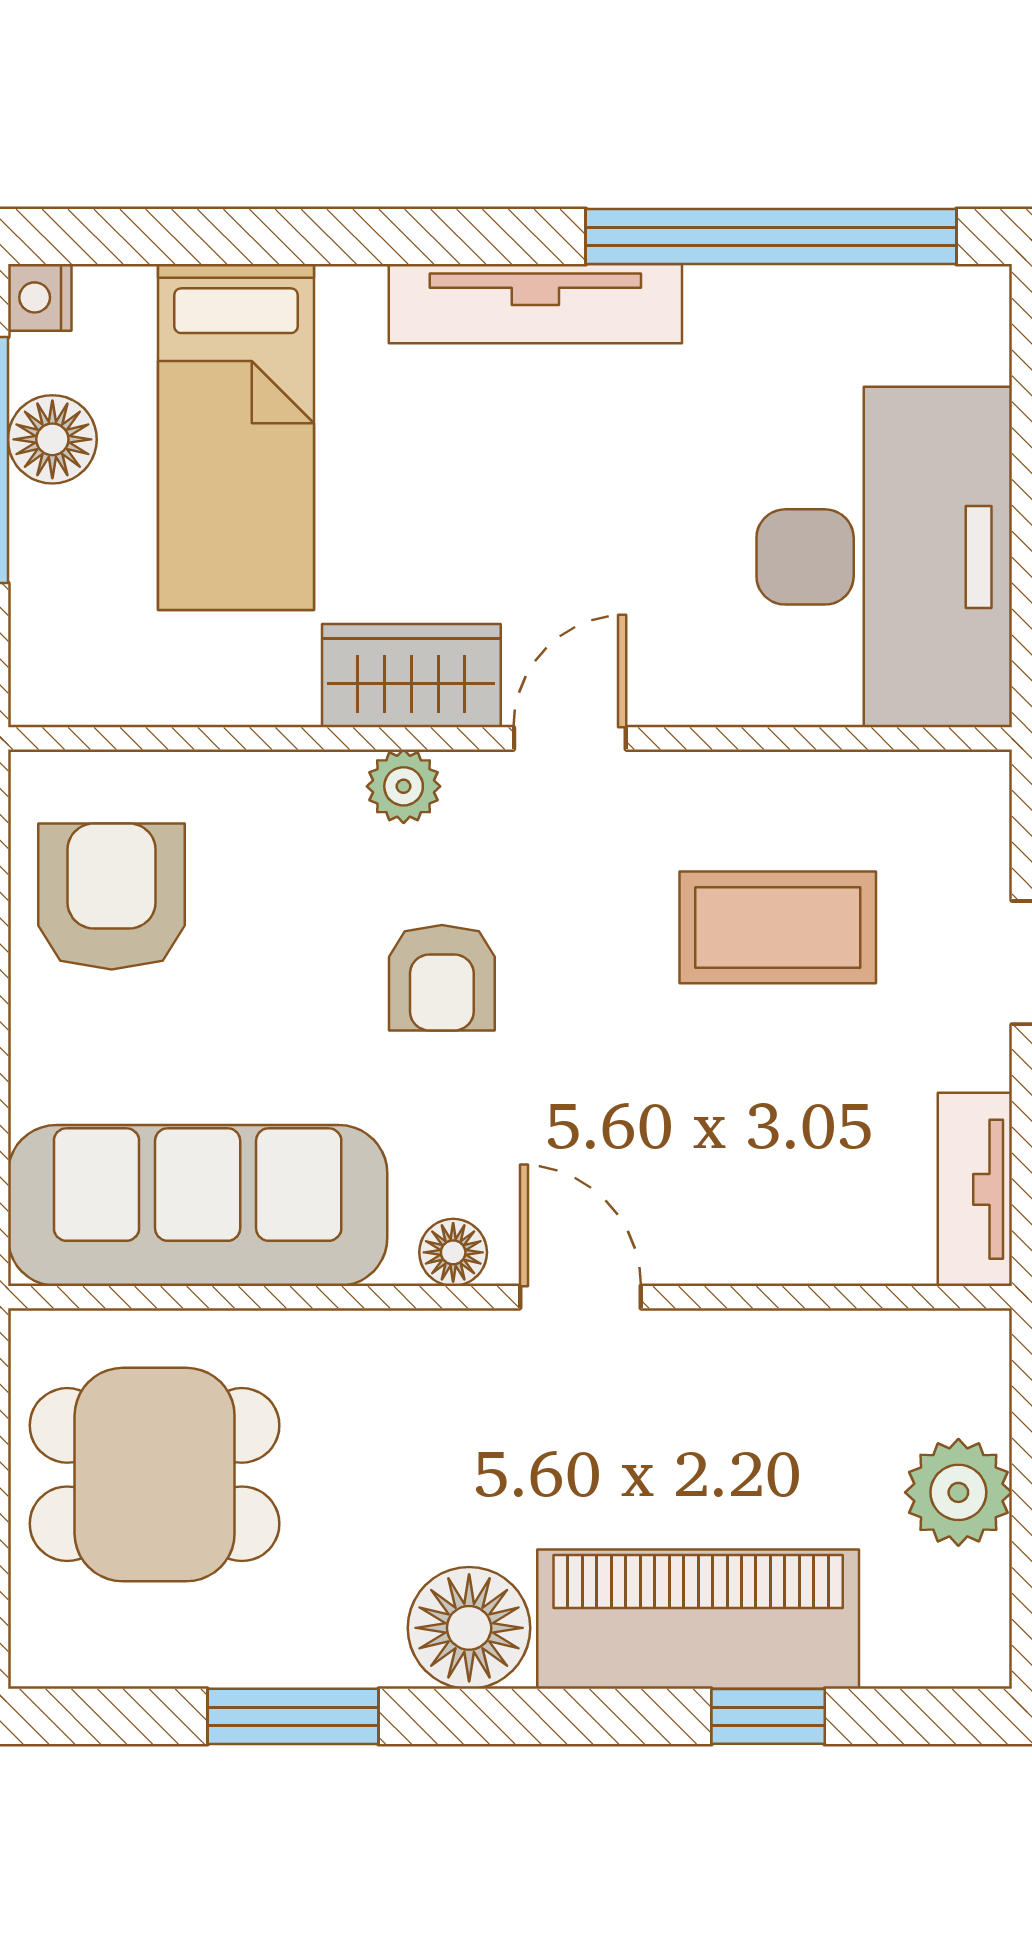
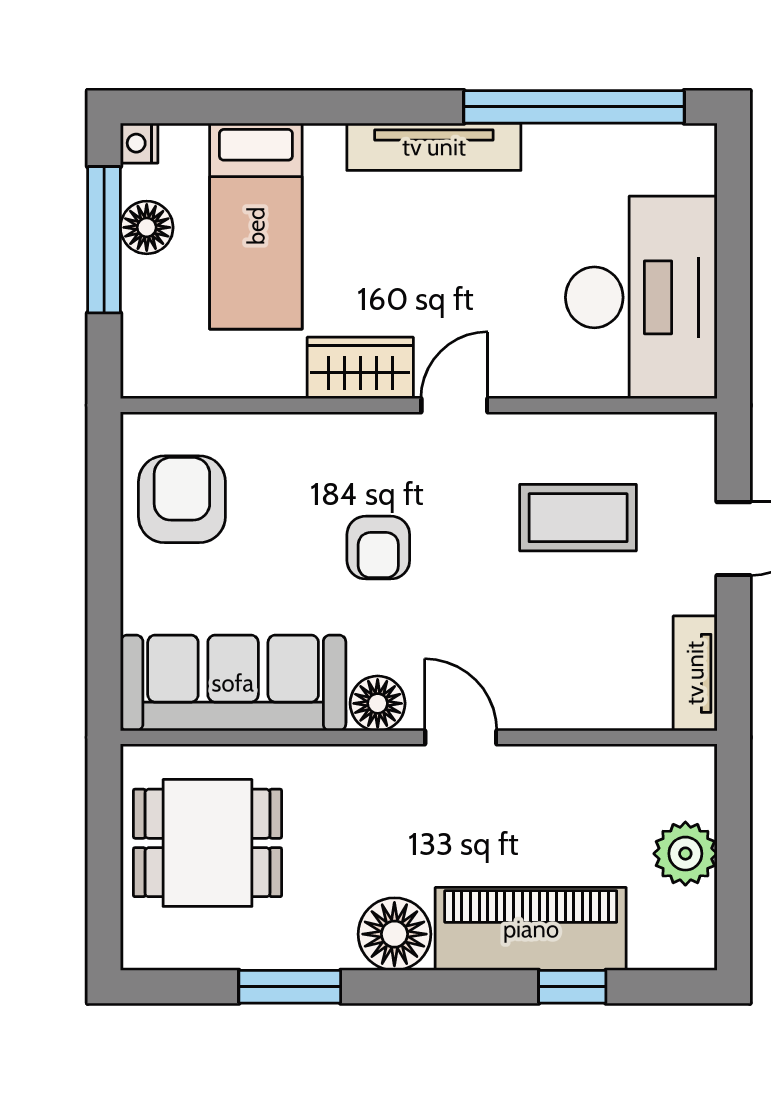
plant: (404, 786) -> (356, 434), removed
floor lamp: (453, 1252) -> (378, 703), width x1.37, depth x1.37

